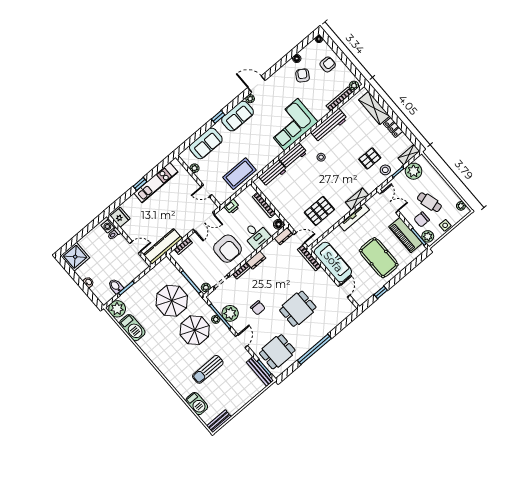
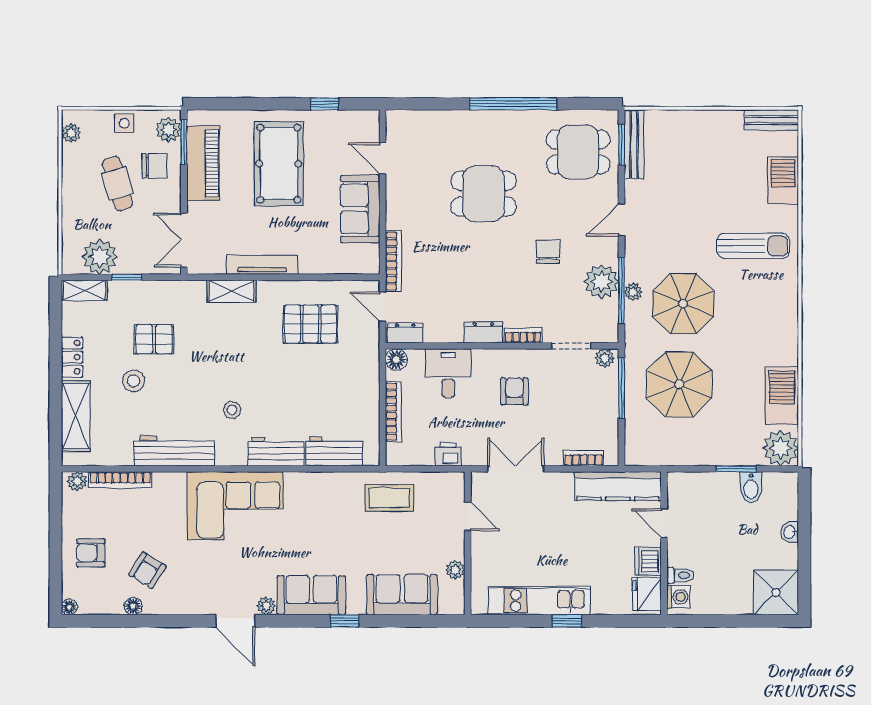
stool: (385, 170) -> (134, 381), moved
coffee table: (239, 174) -> (389, 498), width x0.73, depth x0.76
dishwasher: (129, 229) -> (648, 561), added
armchair: (228, 249) -> (514, 391), width x0.53, depth x0.53
sofa: (333, 262) -> (360, 209), width x0.73
door: (344, 291) -> (383, 158), hinge flipped
sun lounger: (208, 369) -> (753, 246), moved

